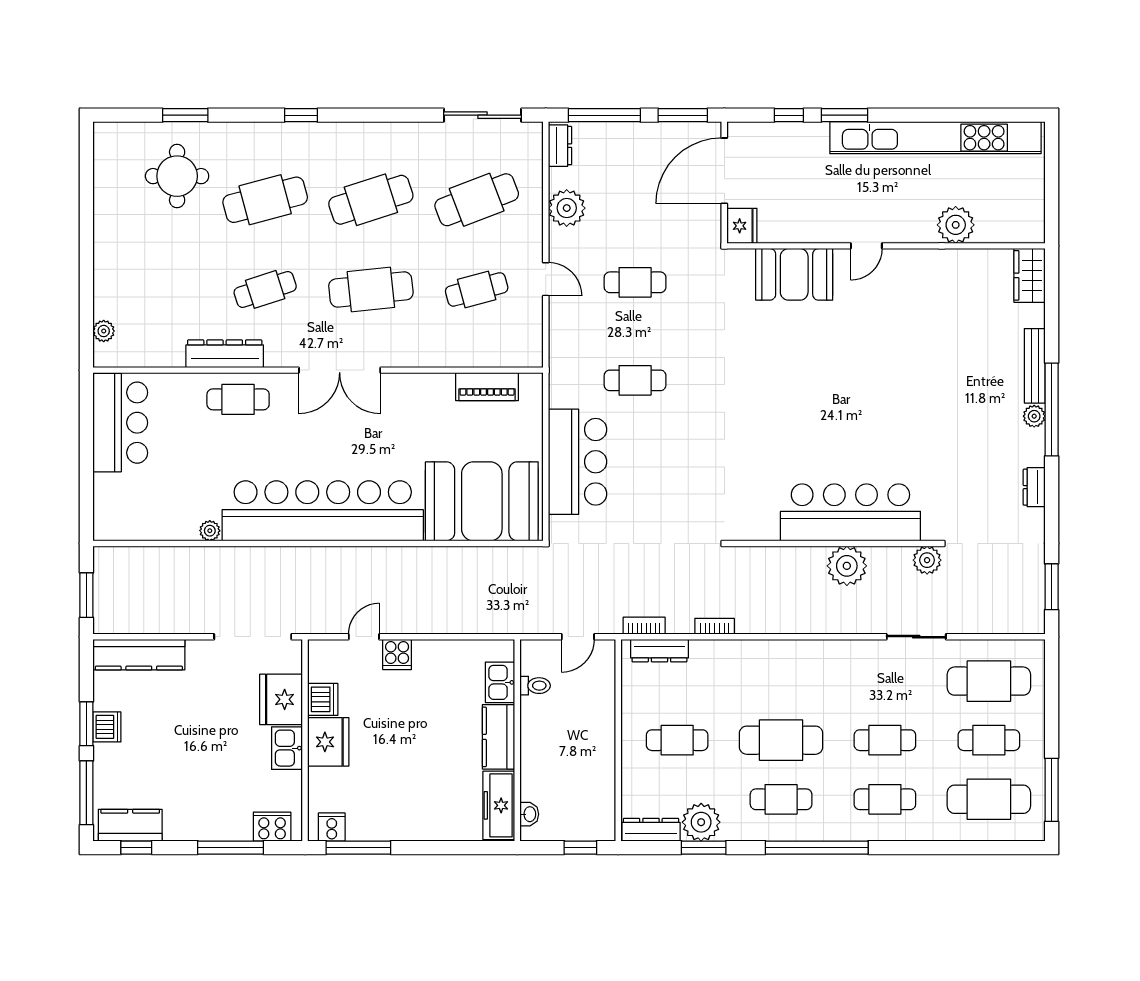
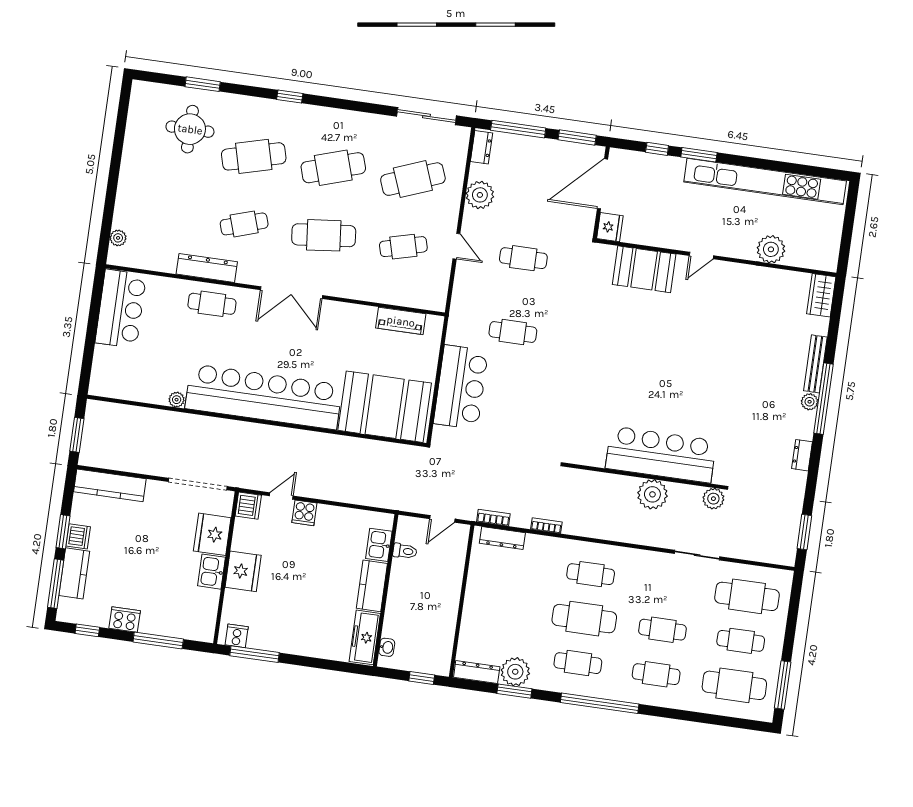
dishwasher: (323, 699) -> (248, 506), moved
cafe table: (677, 740) -> (591, 574), moved
kitchen counter: (130, 825) -> (74, 573), moved, turned 90
cooker: (272, 827) -> (125, 620), moved

